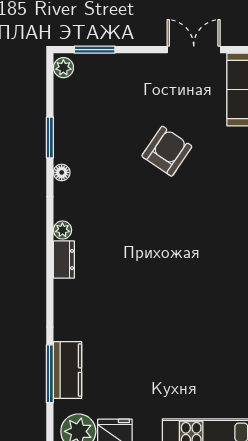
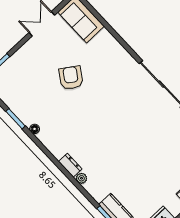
plant: (62, 230) -> (81, 178), moved

